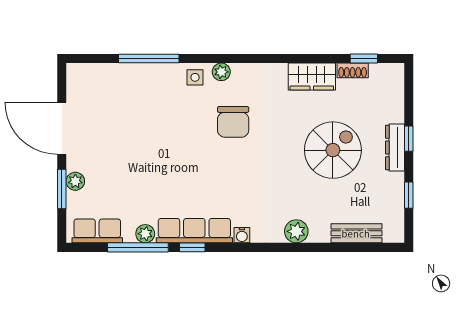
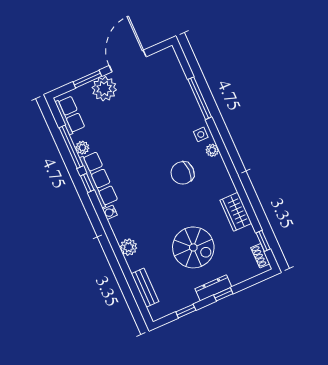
shoe rack: (353, 70) -> (260, 256), moved
plant: (75, 181) -> (104, 89), width x1.88, depth x1.88

